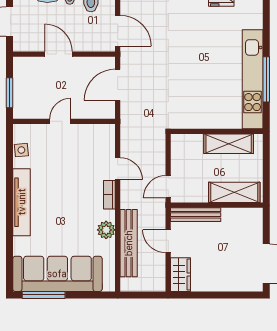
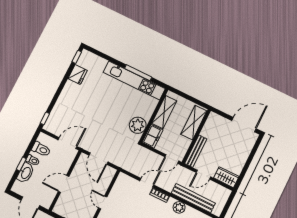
plant: (192, 116) -> (138, 125), added
freezer: (187, 144) -> (153, 136), added
door: (168, 187) -> (172, 159), hinge flipped

